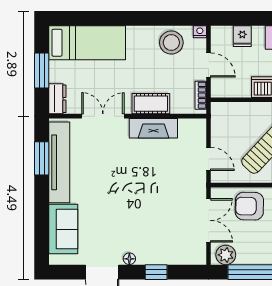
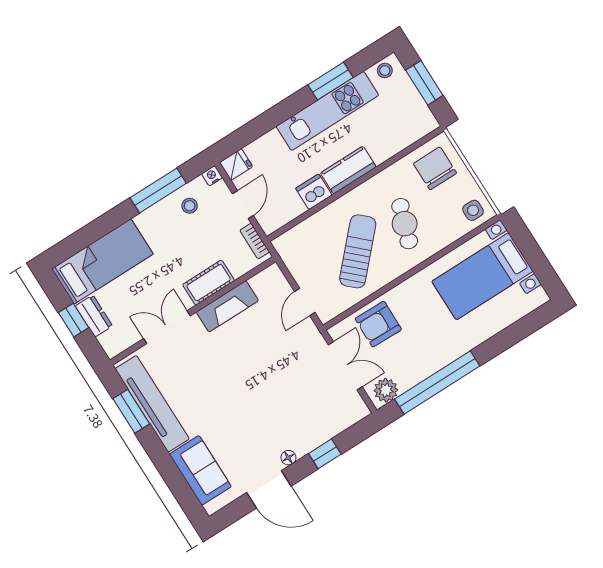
window: (156, 18) -> (158, 190), added
fridge: (242, 36) -> (236, 164), moved, turned -90
stool: (171, 43) -> (190, 206), width x0.53, depth x0.53
door: (209, 65) -> (243, 205), hinge flipped
window: (42, 70) -> (73, 320), width x0.67
dresser: (57, 99) -> (94, 316), moved
door: (209, 159) -> (305, 302), swing flipped

